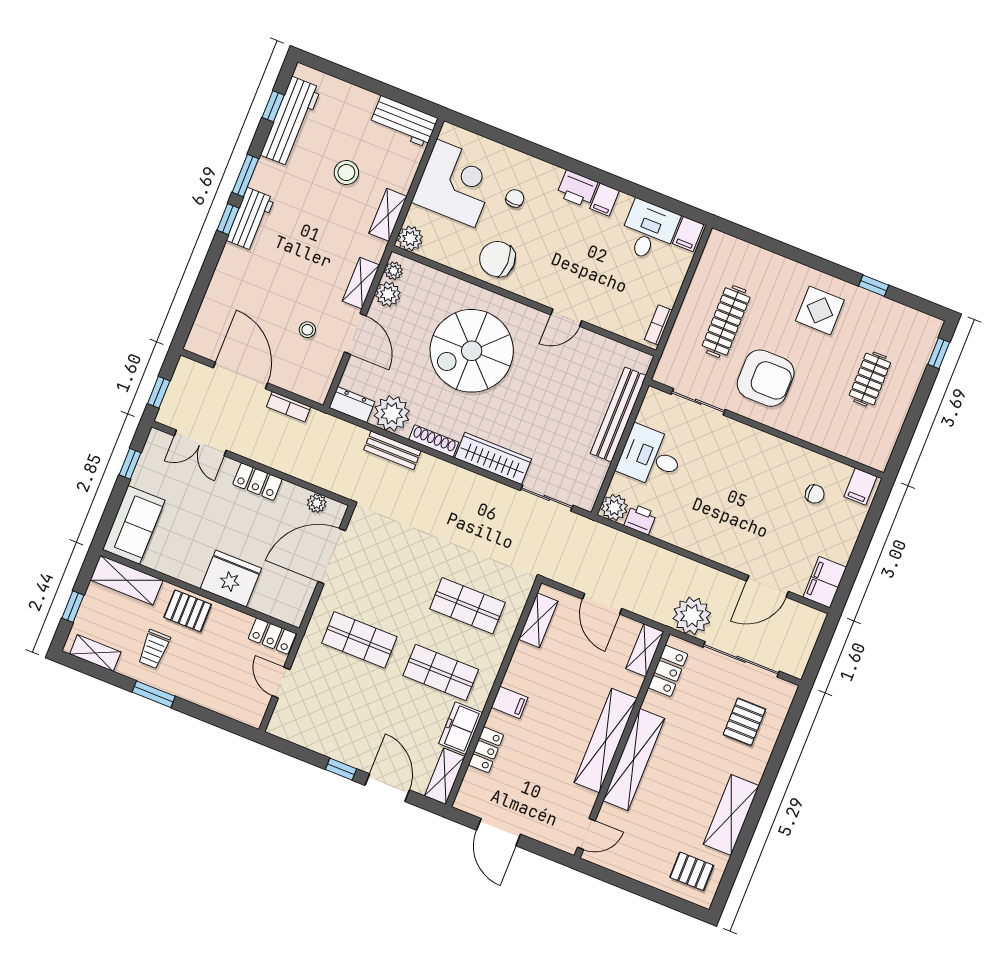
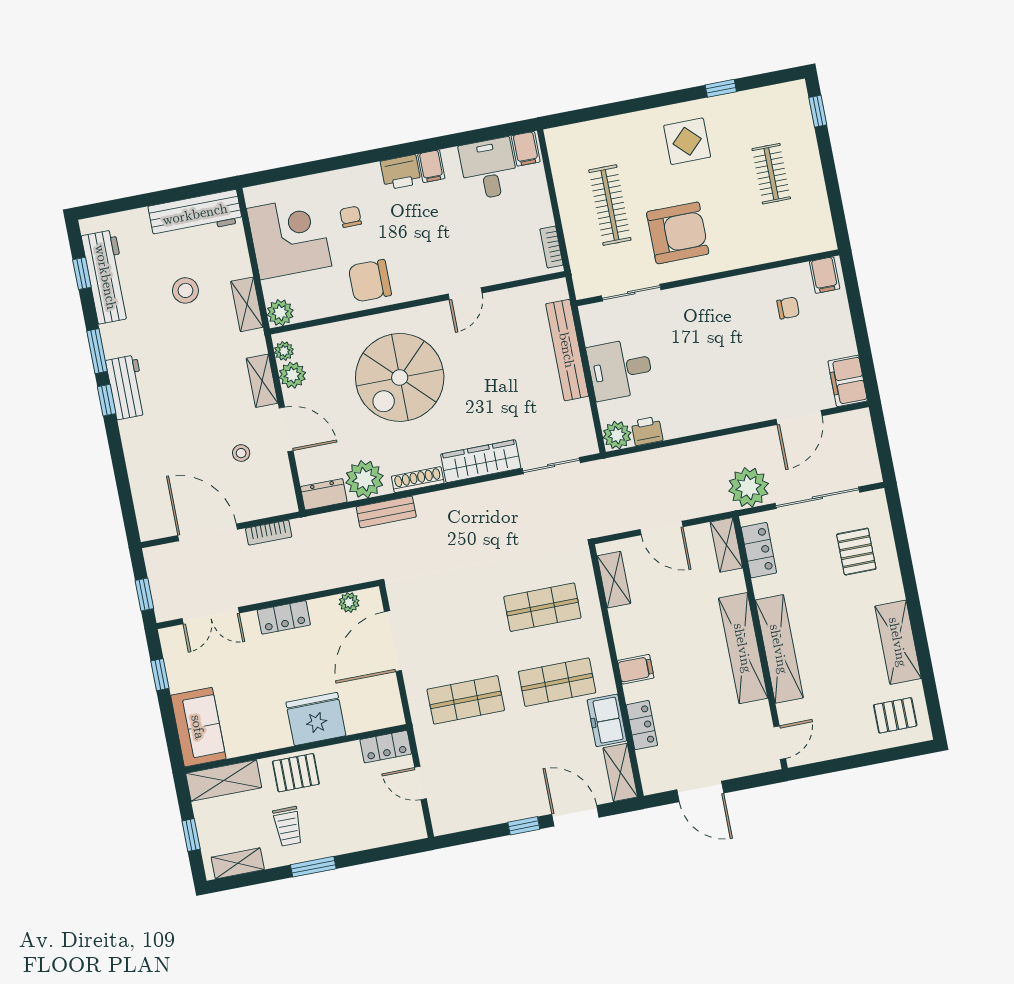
workbench: (404, 121) -> (195, 214), width x1.38

